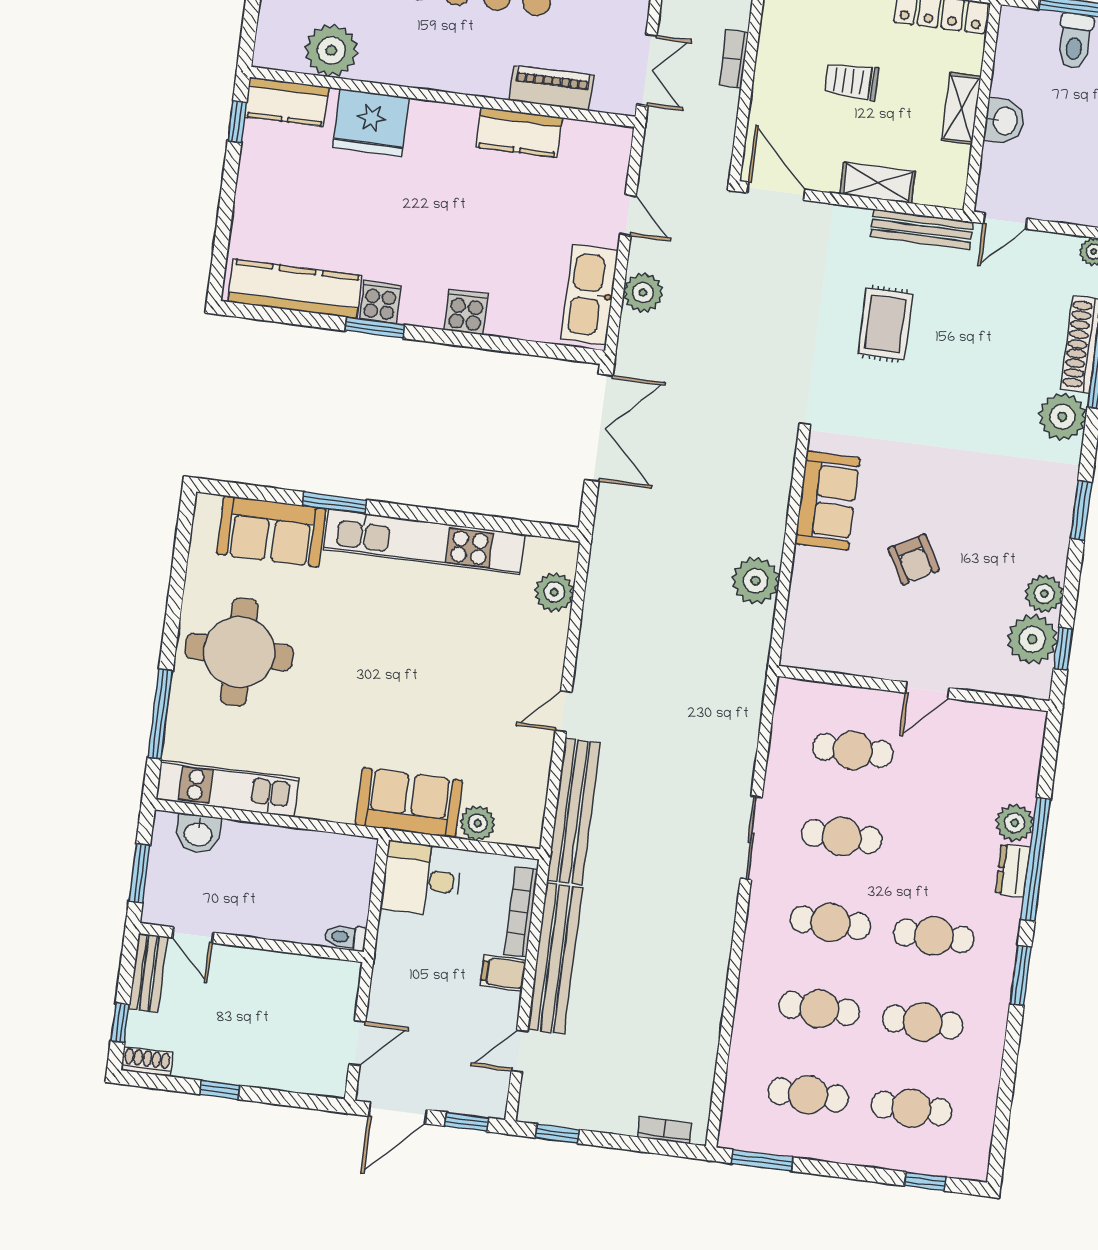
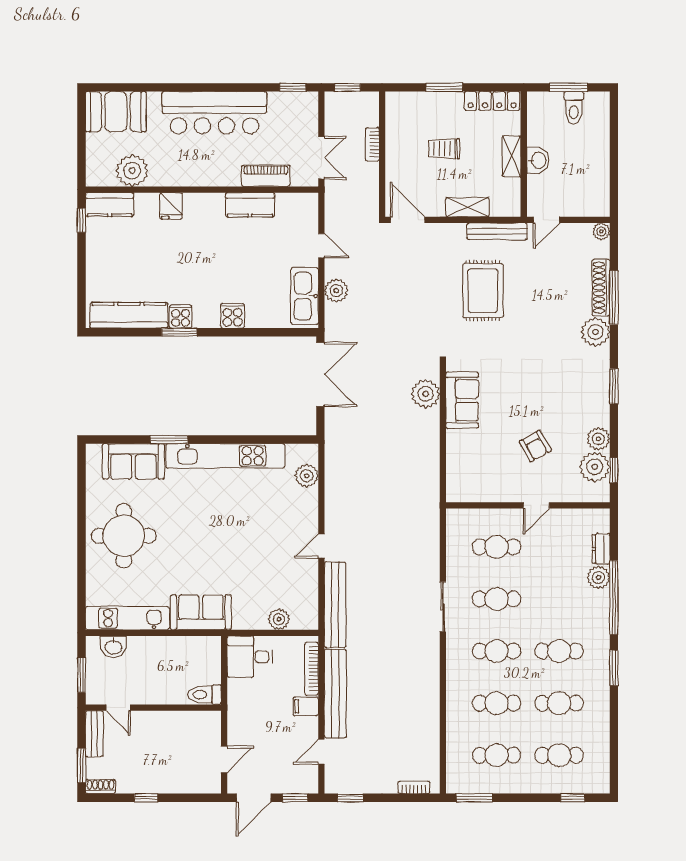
fridge: (371, 123) -> (171, 206), width x0.53, depth x0.75
rug: (885, 324) -> (483, 291), width x1.36, depth x1.43
armchair: (914, 559) -> (535, 446), moved
plant: (756, 581) -> (426, 394), moved
window: (160, 714) -> (82, 579), removed
sofa: (409, 803) -> (201, 612), moved
dresser: (1013, 871) -> (601, 549), moved
toilet: (346, 937) -> (204, 695), width x1.37, depth x1.39
window: (120, 1023) -> (82, 766), width x1.50

